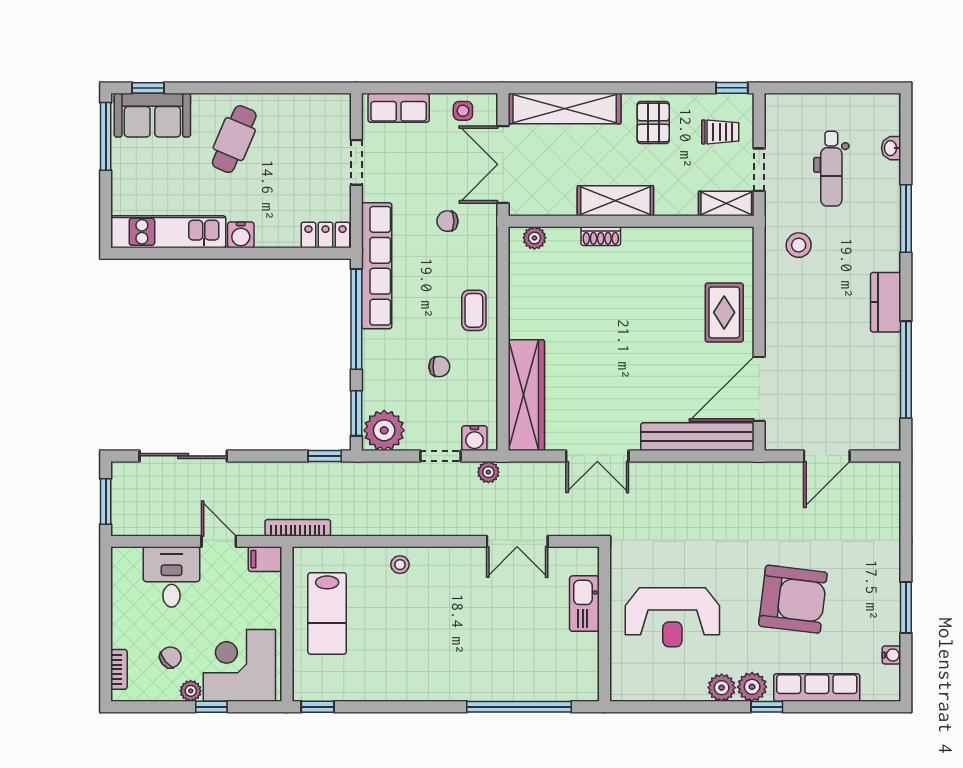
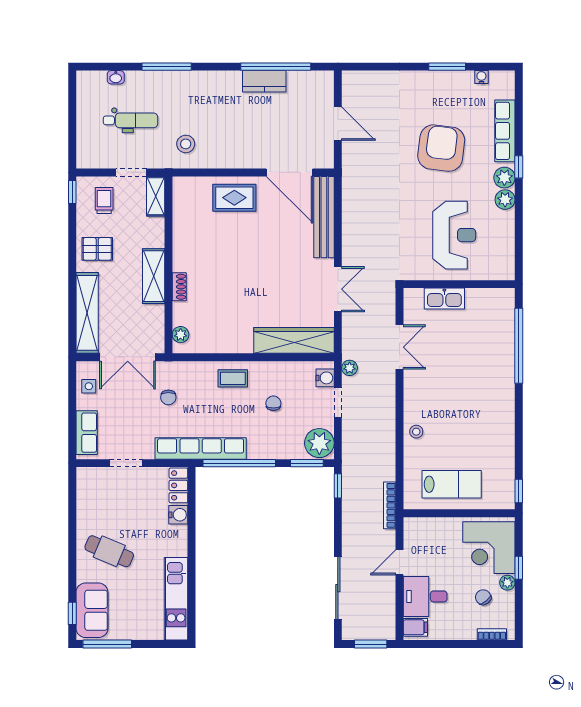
water cooler: (241, 235) -> (178, 515), moved
kitchen counter: (886, 302) -> (264, 81), moved
filing cabinet: (265, 559) -> (415, 627), moved, turned -90

